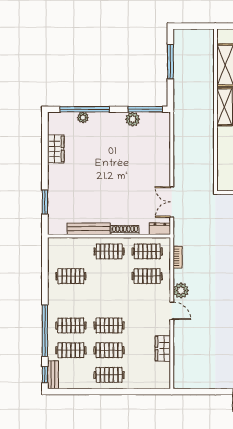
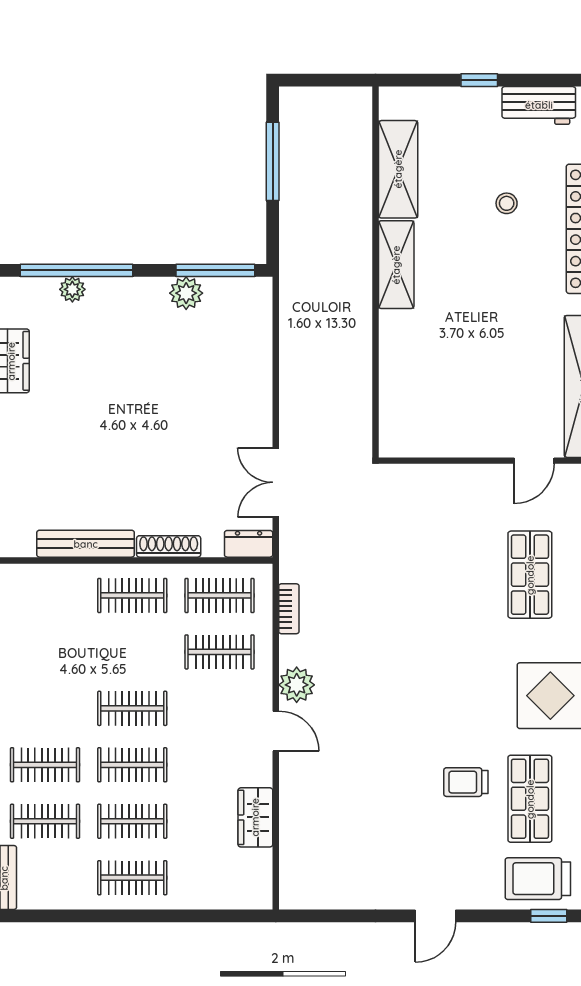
clothes rail: (71, 276) -> (132, 708), moved

